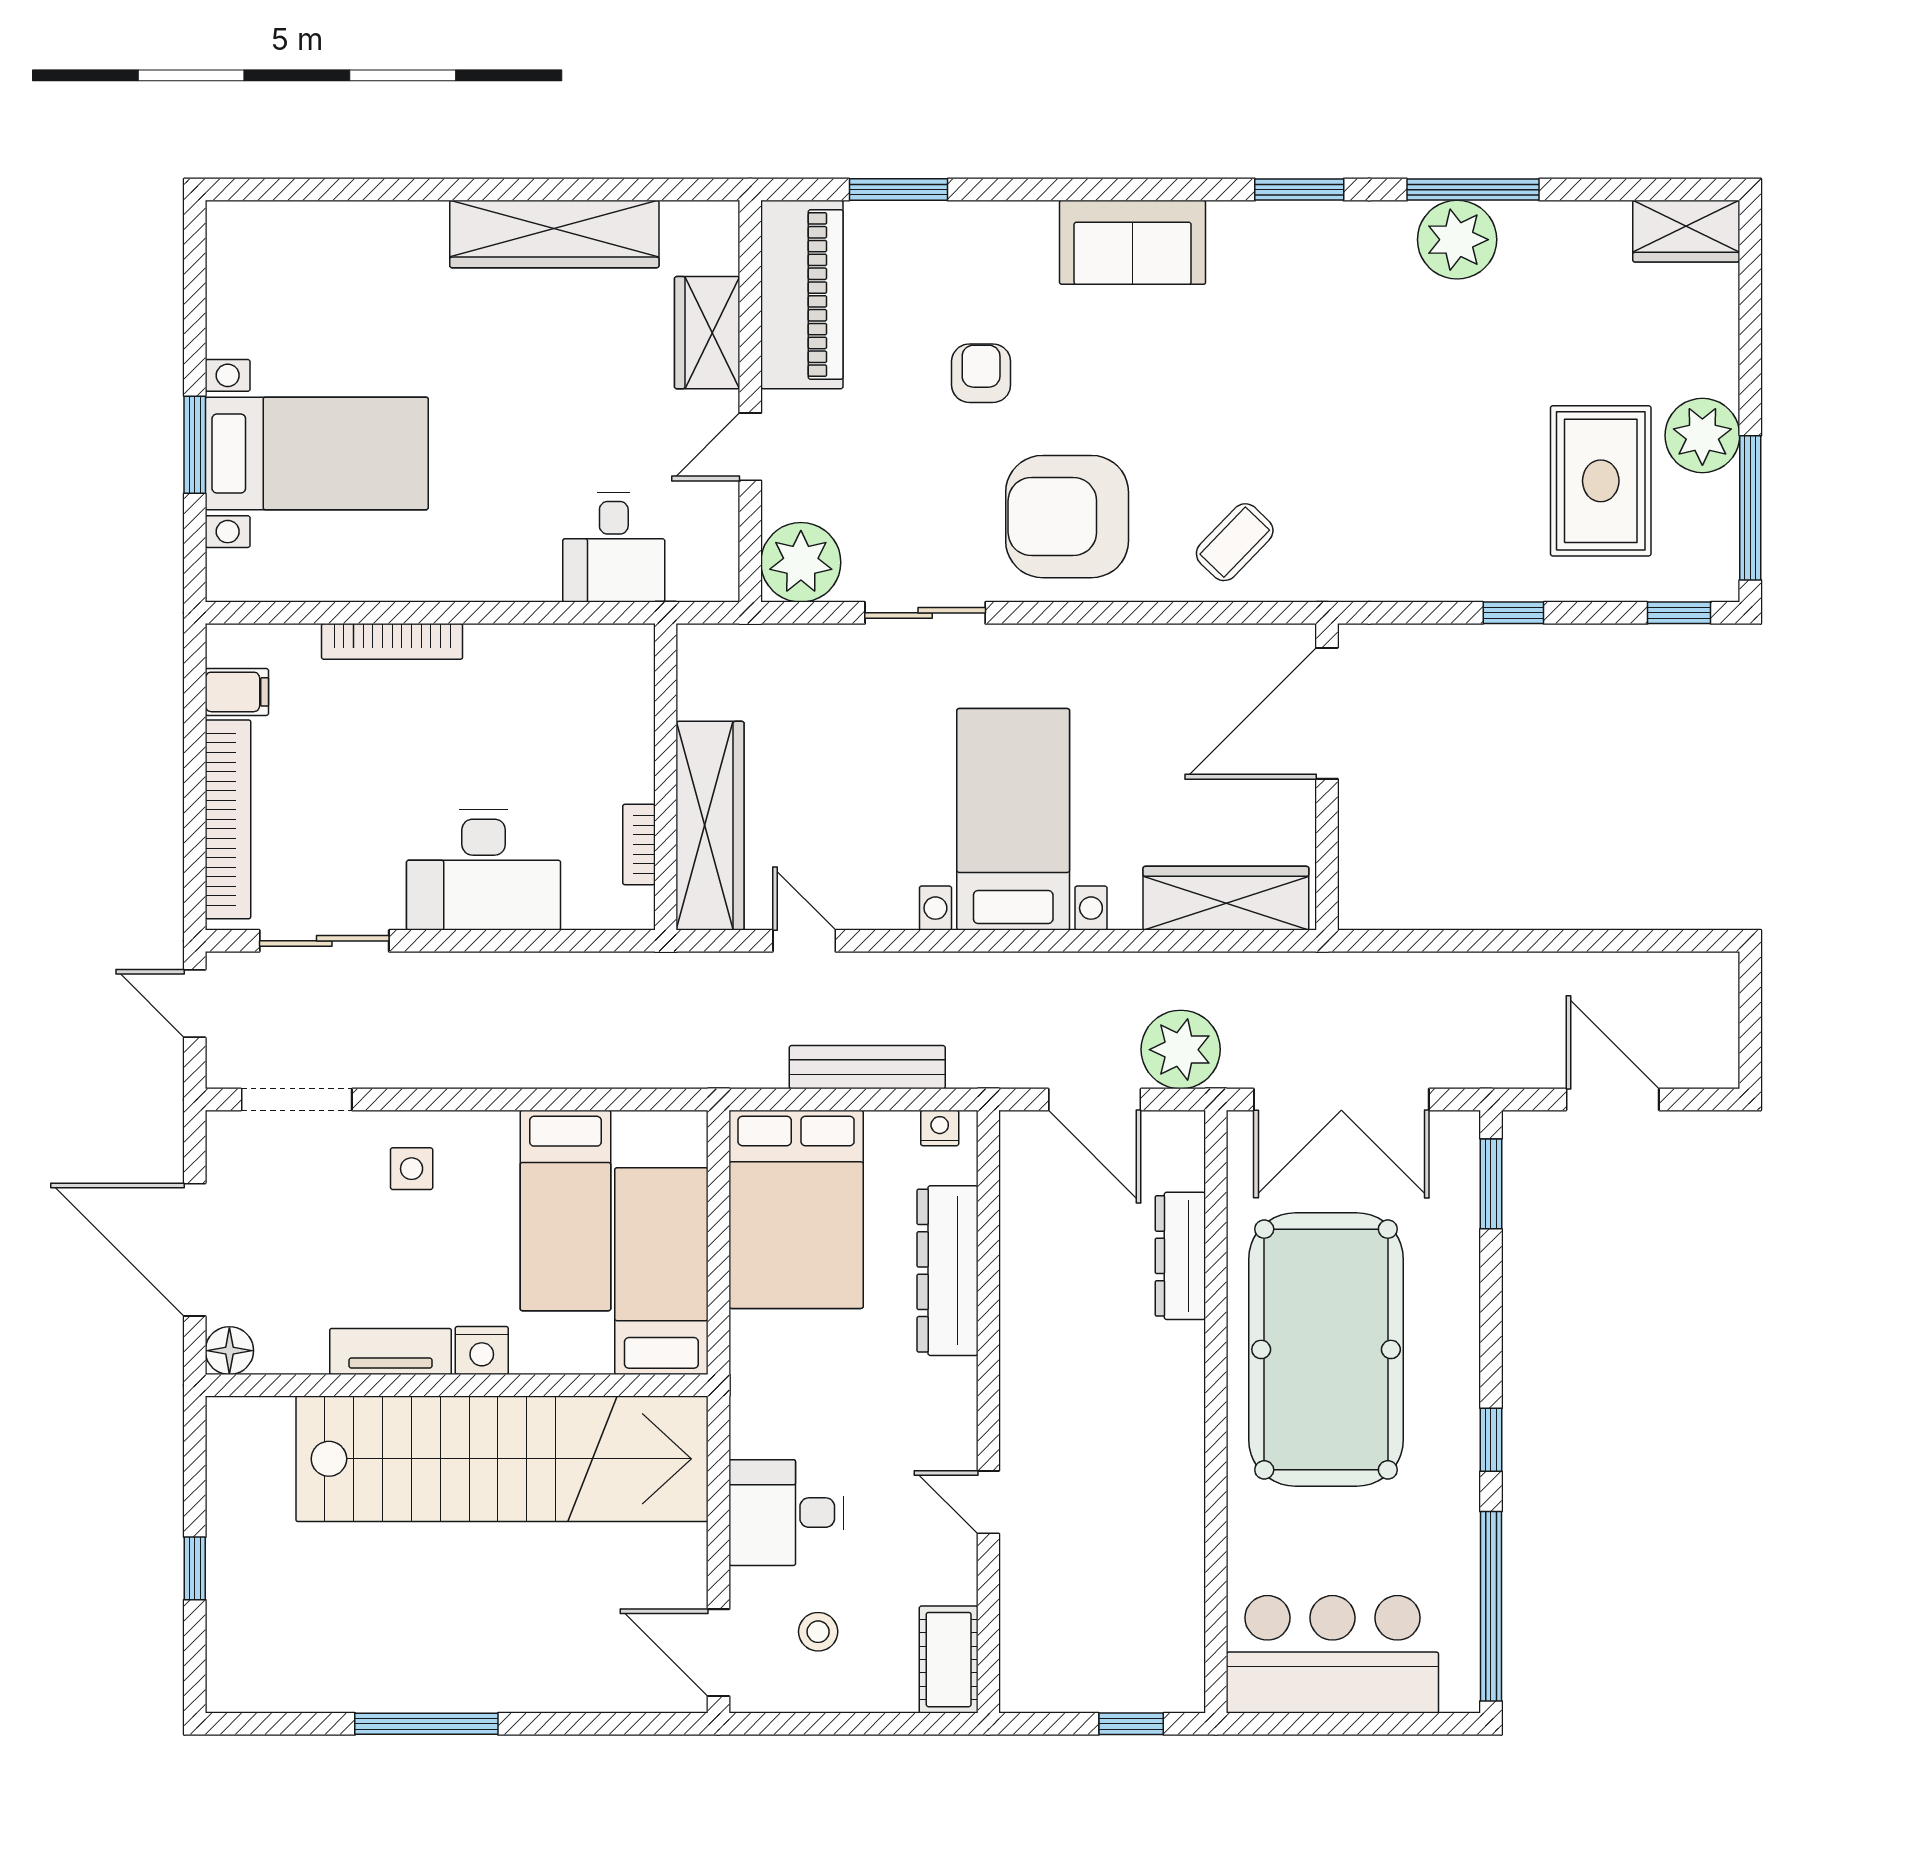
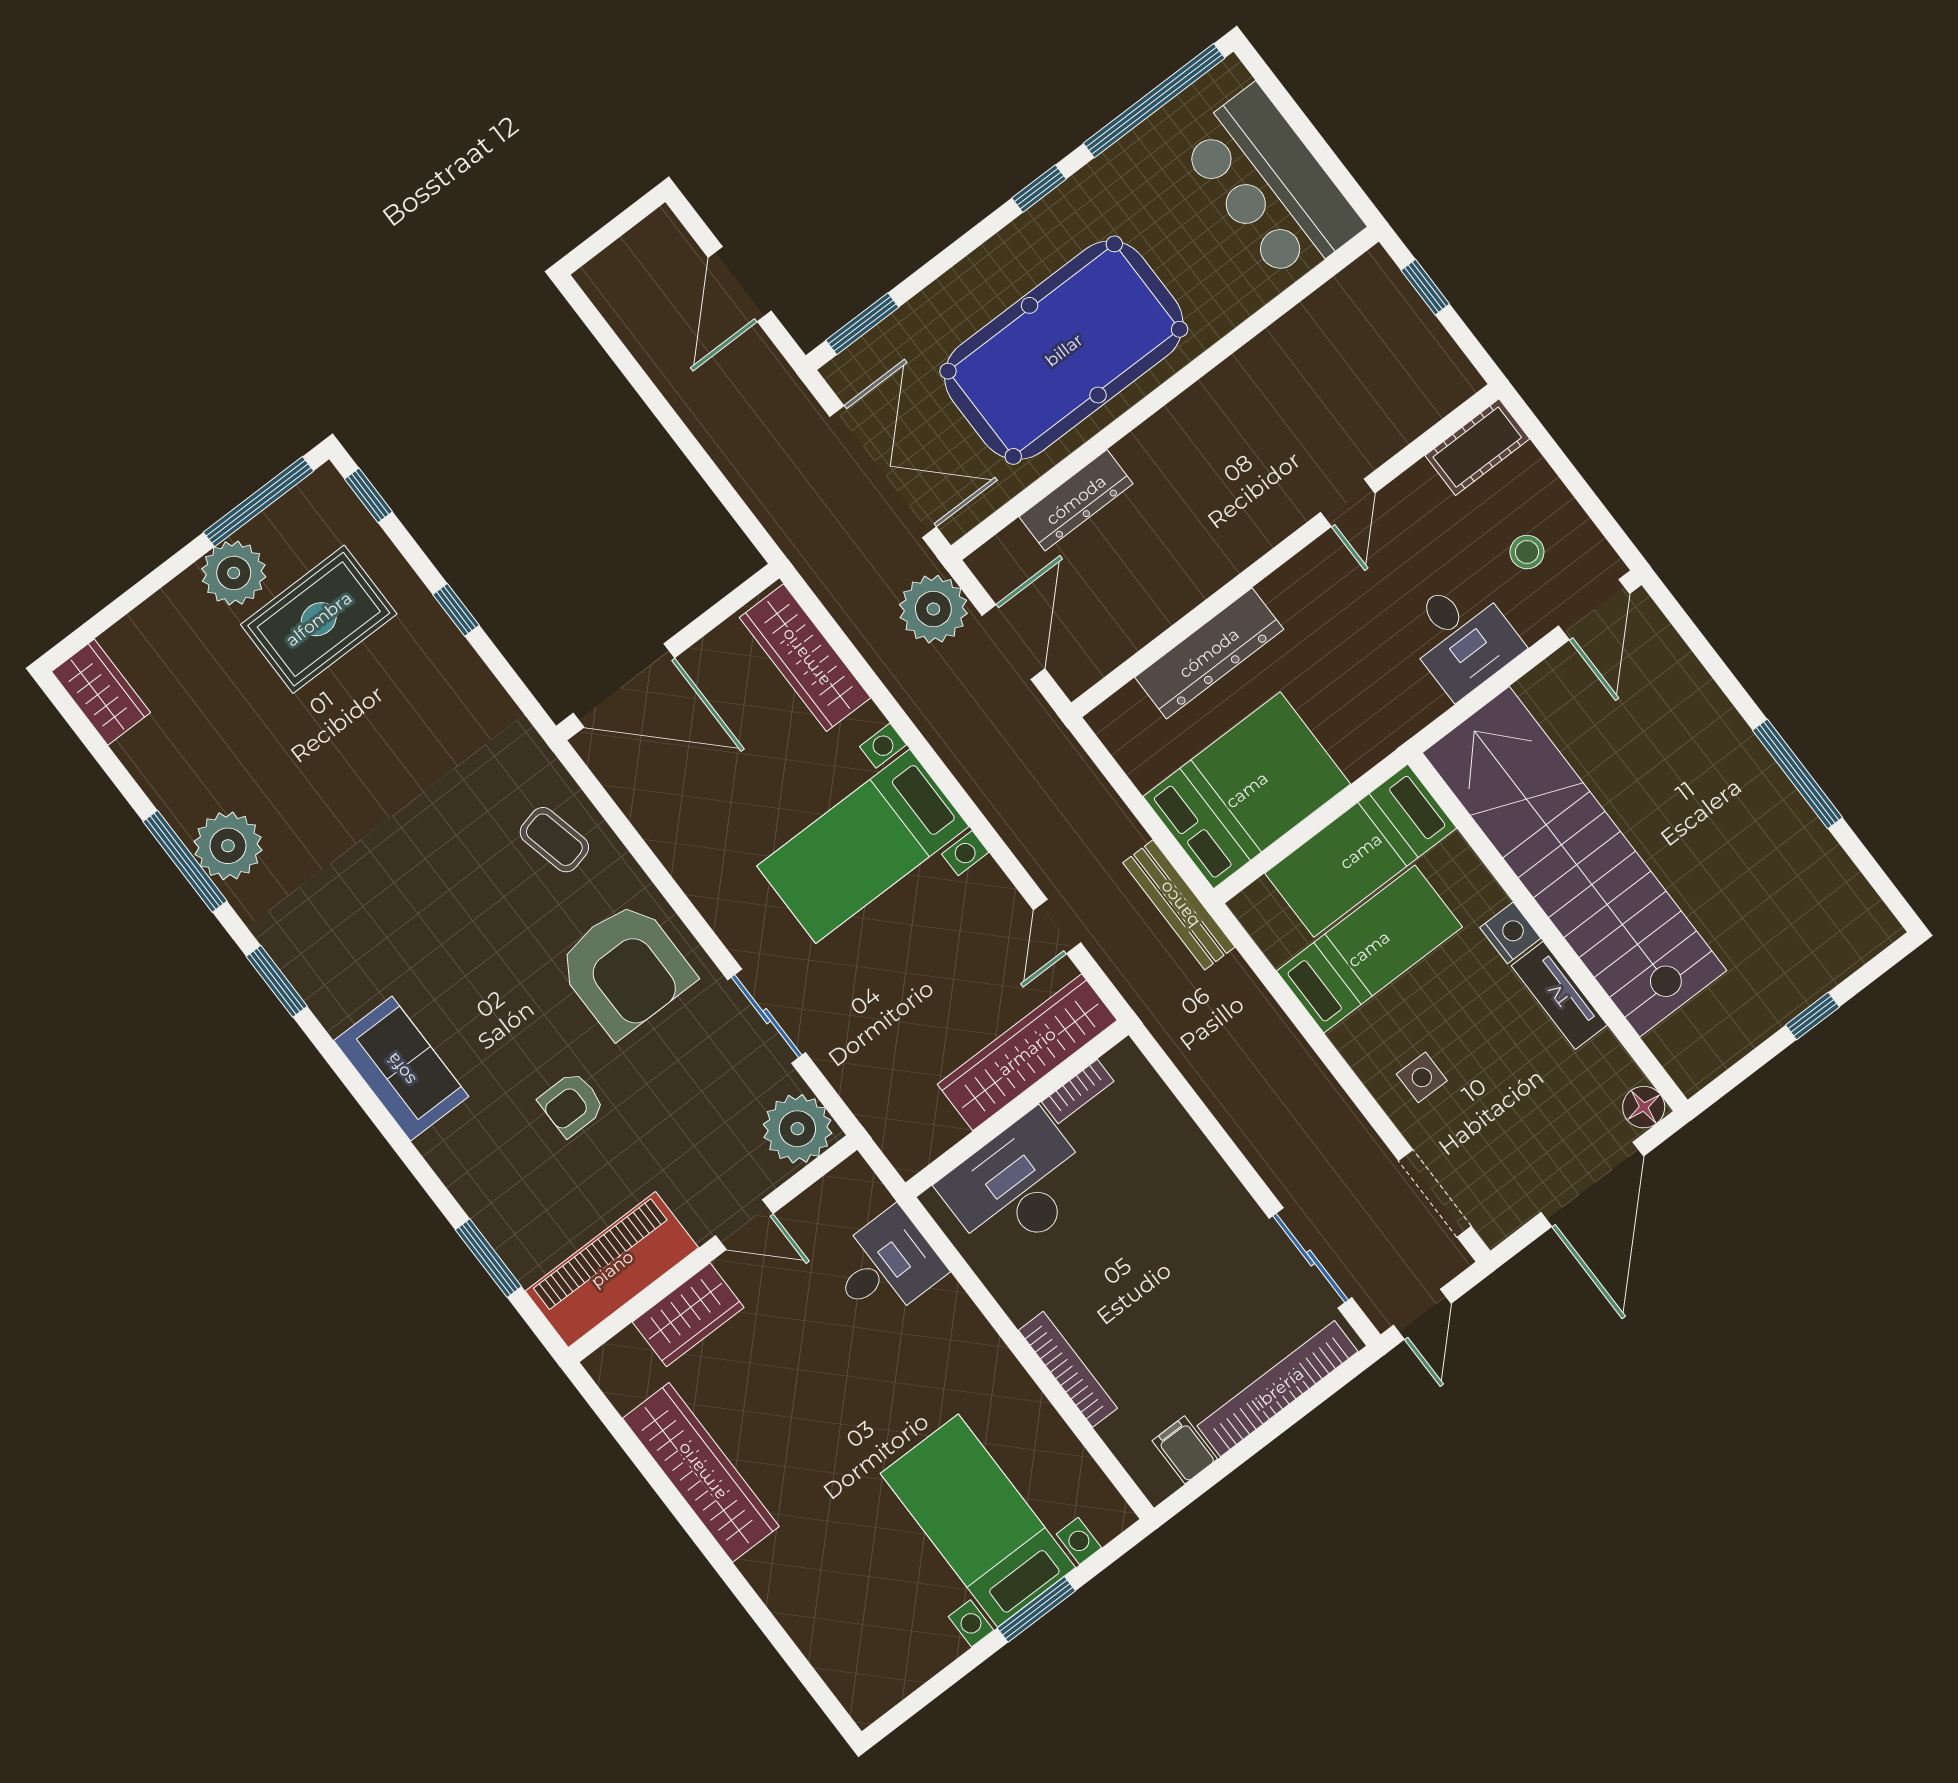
coffee table: (1235, 542) -> (554, 840), turned 33
desk: (484, 870) -> (1017, 1186), moved, turned -90
bench: (867, 1067) -> (1179, 905), moved
nightstand: (940, 1128) -> (1115, 734), removed

